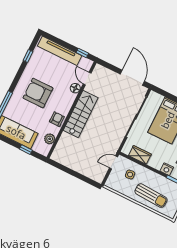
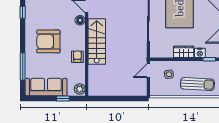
plant: (50, 139) -> (80, 89), moved
wardrobe: (140, 155) -> (184, 52), moved

